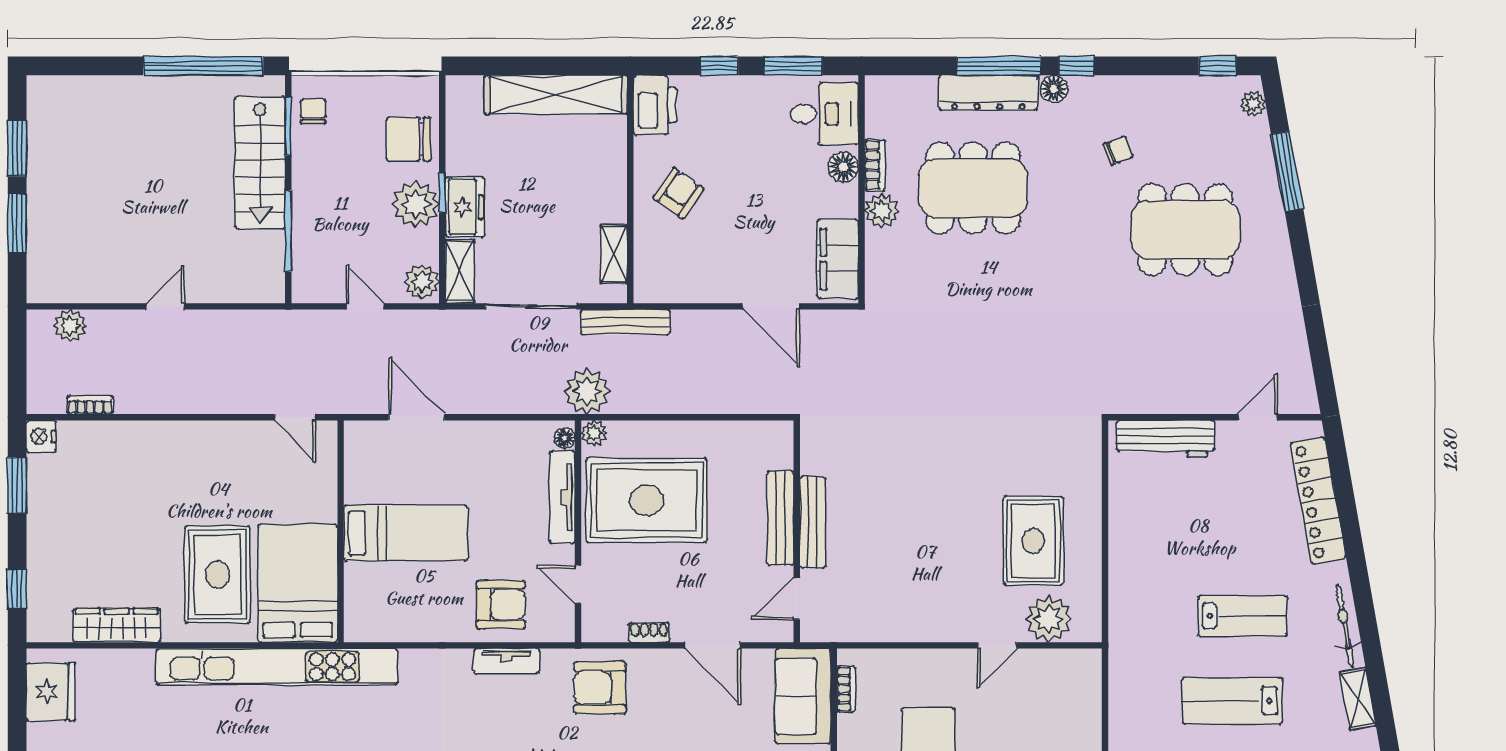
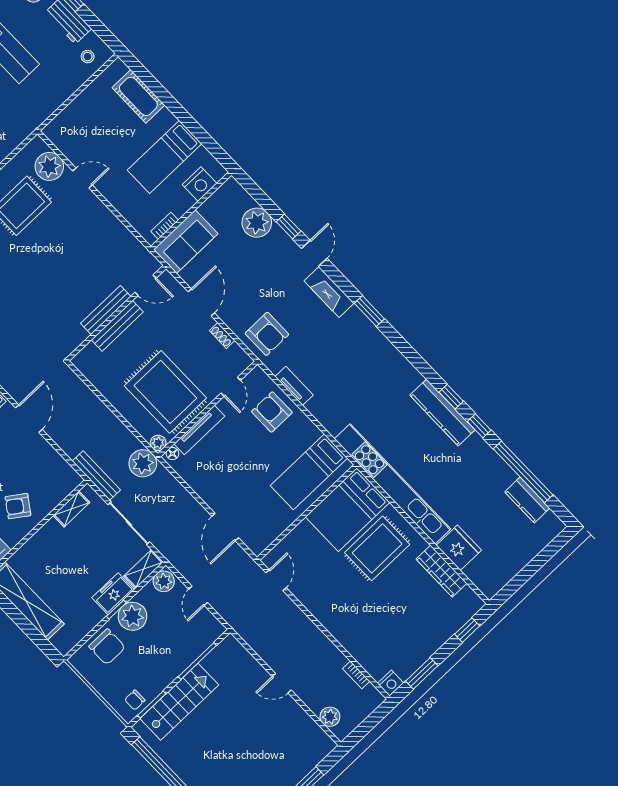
bed: (406, 533) -> (309, 472), moved, turned -90
fridge: (51, 692) -> (459, 548), moved, turned 90

